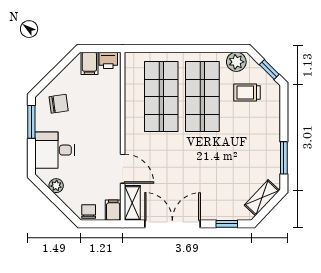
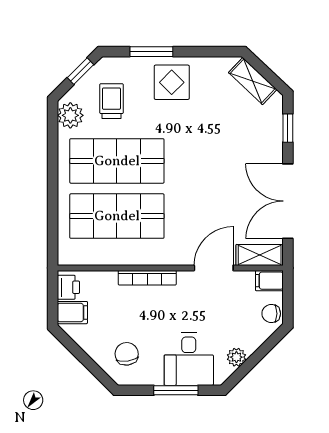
trolley: (247, 92) -> (111, 101), turned 180
bookcase: (115, 119) -> (147, 278), added
window: (31, 122) -> (176, 390), moved
display table: (261, 137) -> (172, 82), added
window: (284, 158) -> (151, 52), moved

